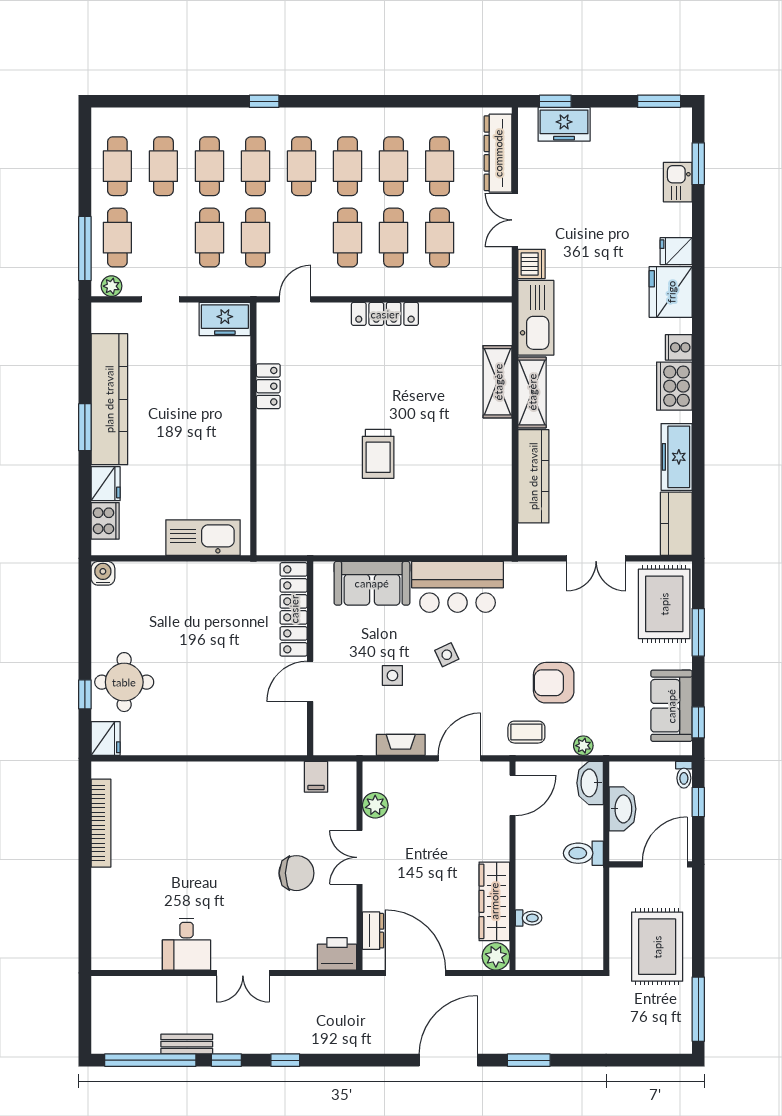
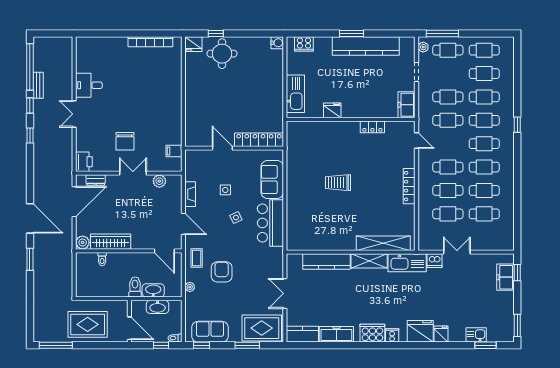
dresser: (498, 153) -> (491, 244), removed
shelving: (498, 382) -> (383, 243), width x1.47
fridge: (106, 484) -> (332, 110), moved, turned 180
washbasin: (590, 783) -> (153, 290), moved

